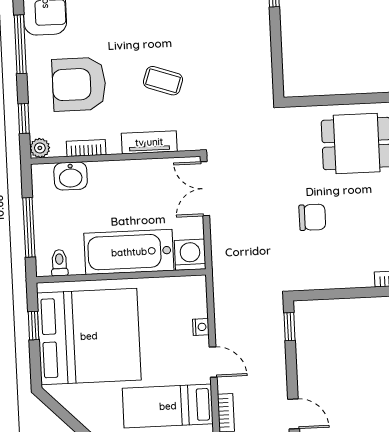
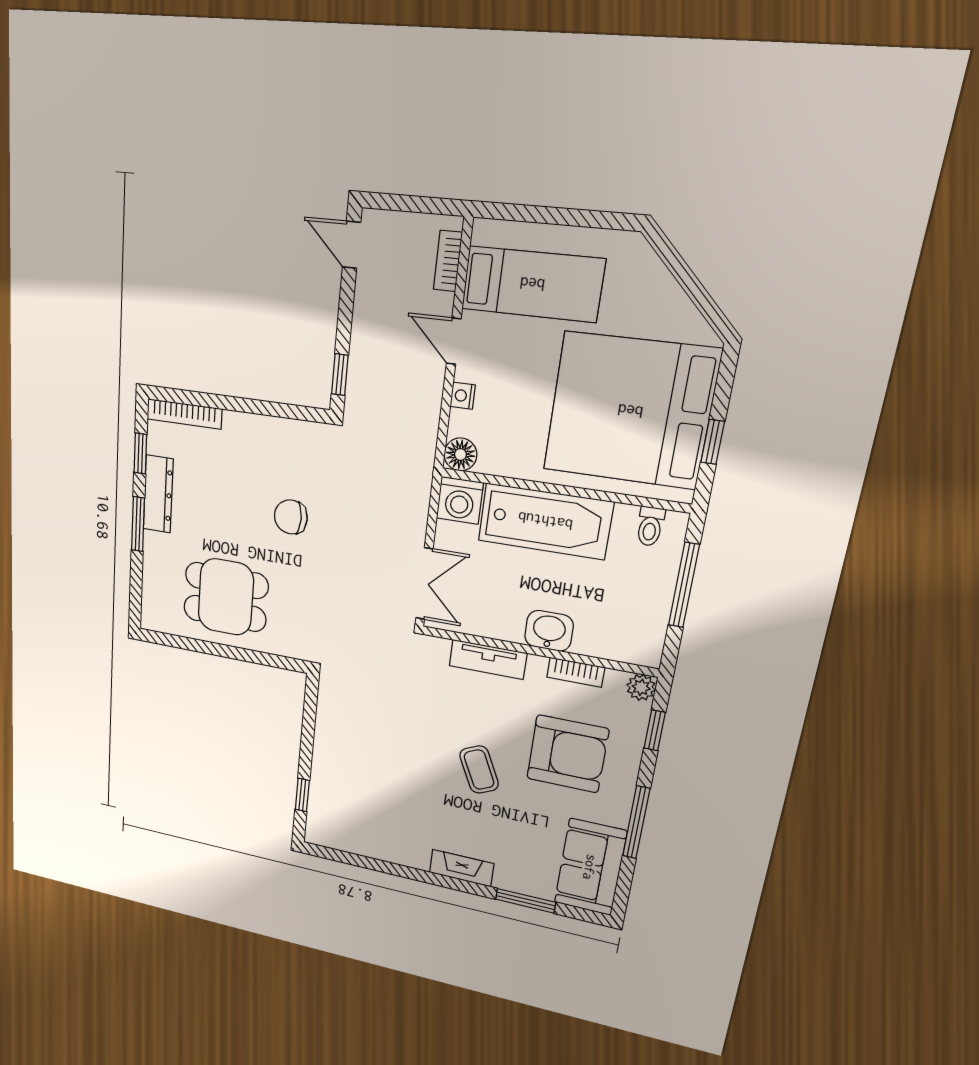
coffee table: (163, 81) -> (479, 770), moved, turned 46
washbasin: (71, 176) -> (549, 631), moved
floor lamp: (195, 287) -> (460, 454), added

